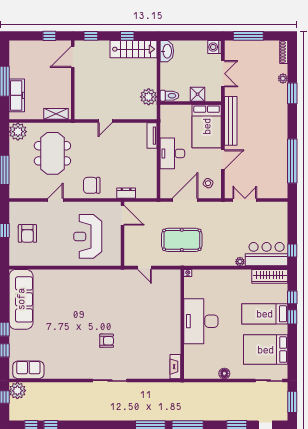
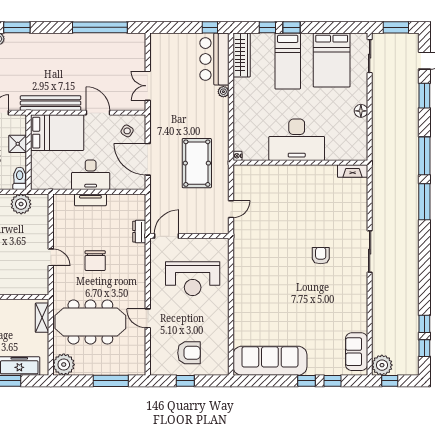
tv unit: (152, 136) -> (90, 200), moved
meeting table: (52, 153) -> (90, 322), width x1.36
chair: (92, 185) -> (95, 261), moved

